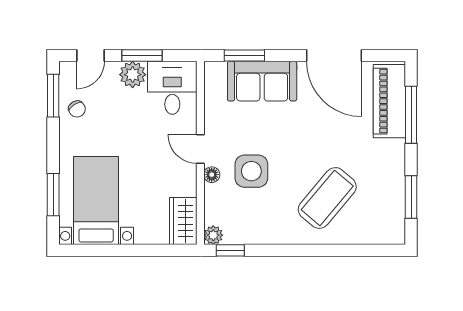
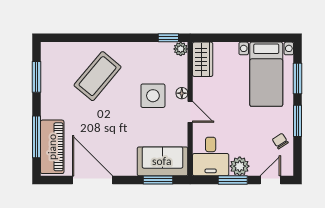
sofa: (262, 81) -> (162, 161), moved
window: (53, 96) -> (298, 121), moved

